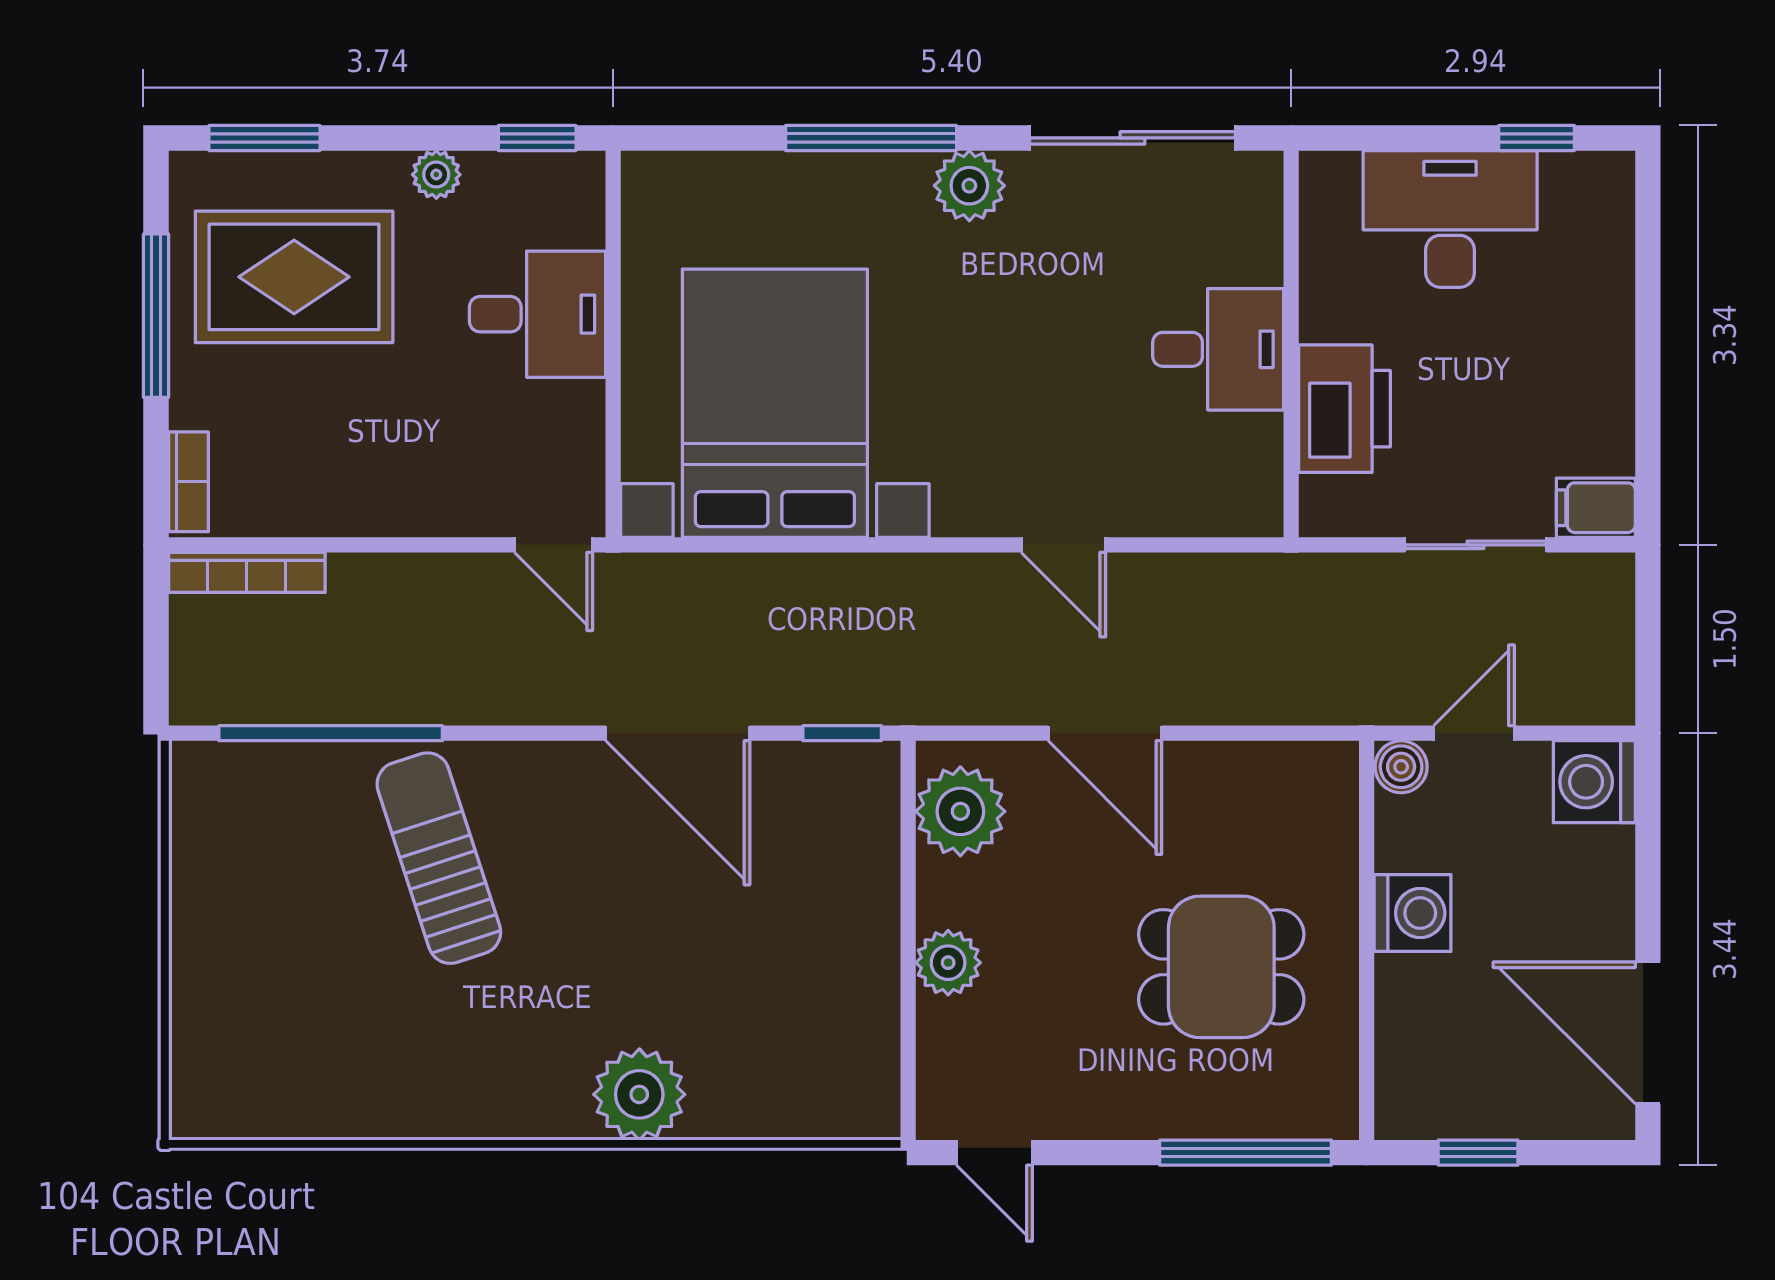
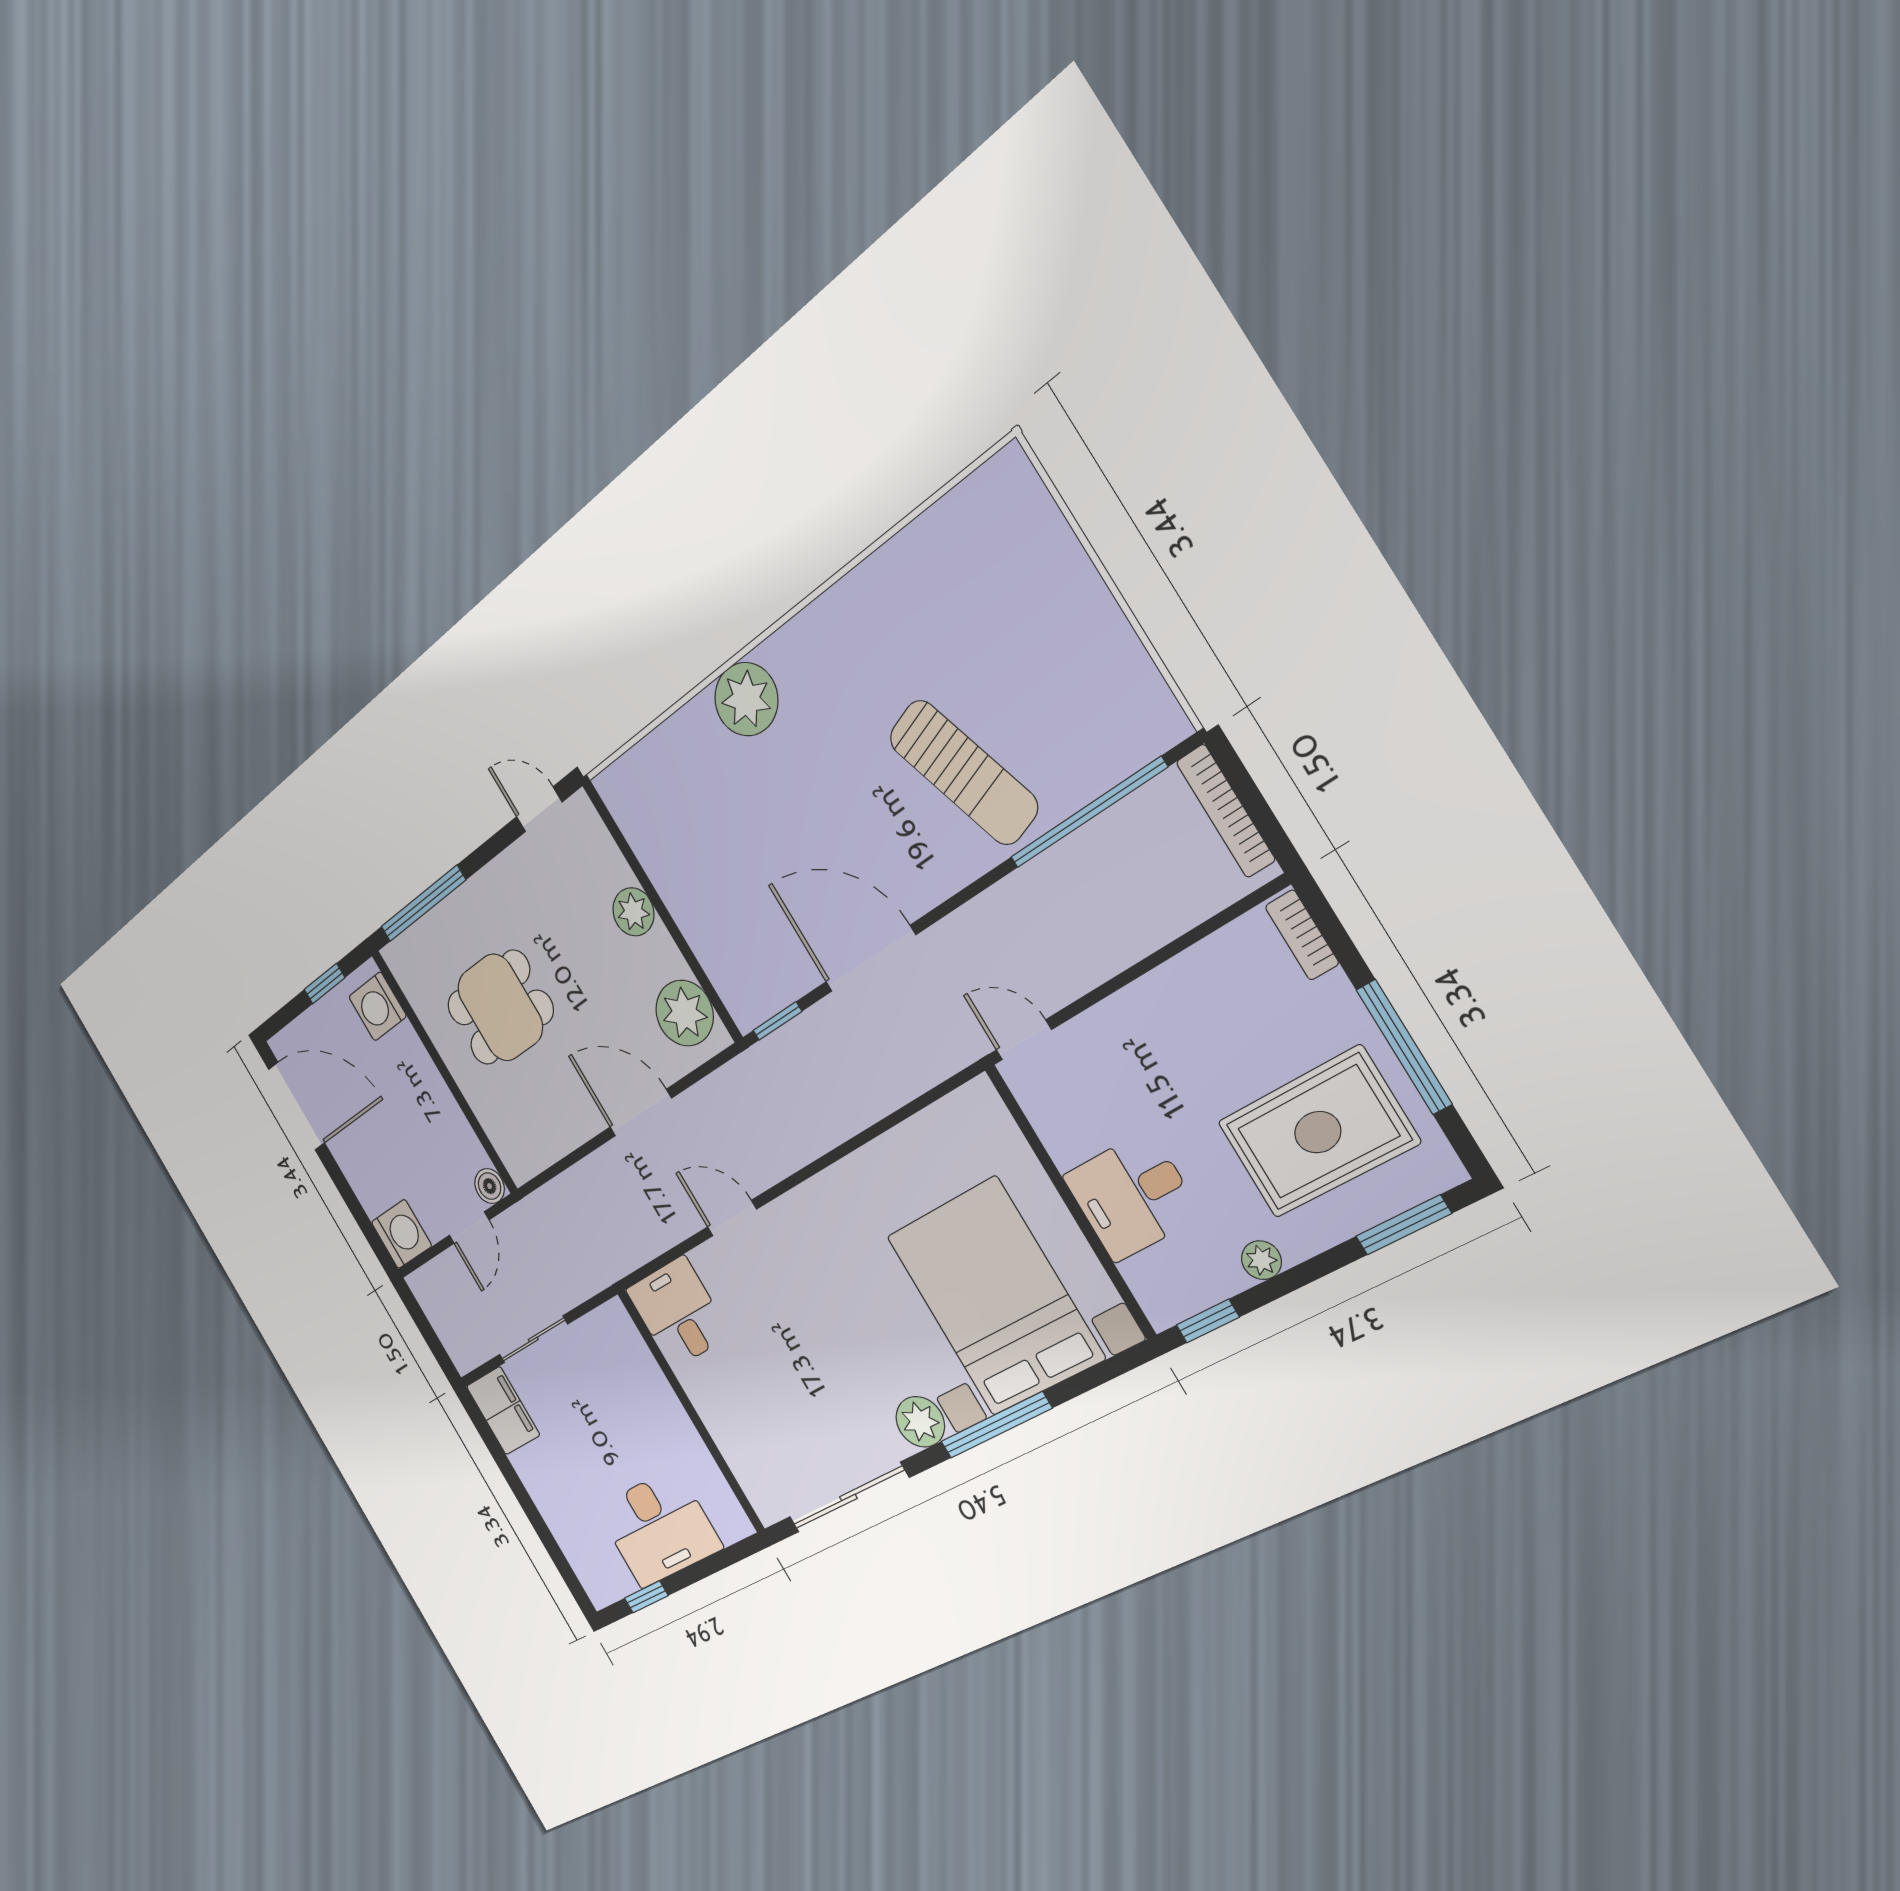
desk: (1218, 349) -> (678, 1312), moved, turned 90
bed with nightstands: (775, 403) -> (995, 1297), moved, turned 180
printer: (1345, 409) -> (642, 1386), removed
filing cabinet: (1596, 508) -> (503, 1411), width x2.00
bookcase: (247, 572) -> (1226, 811), moved, turned -90
washing machine: (1413, 913) -> (378, 1006), moved

